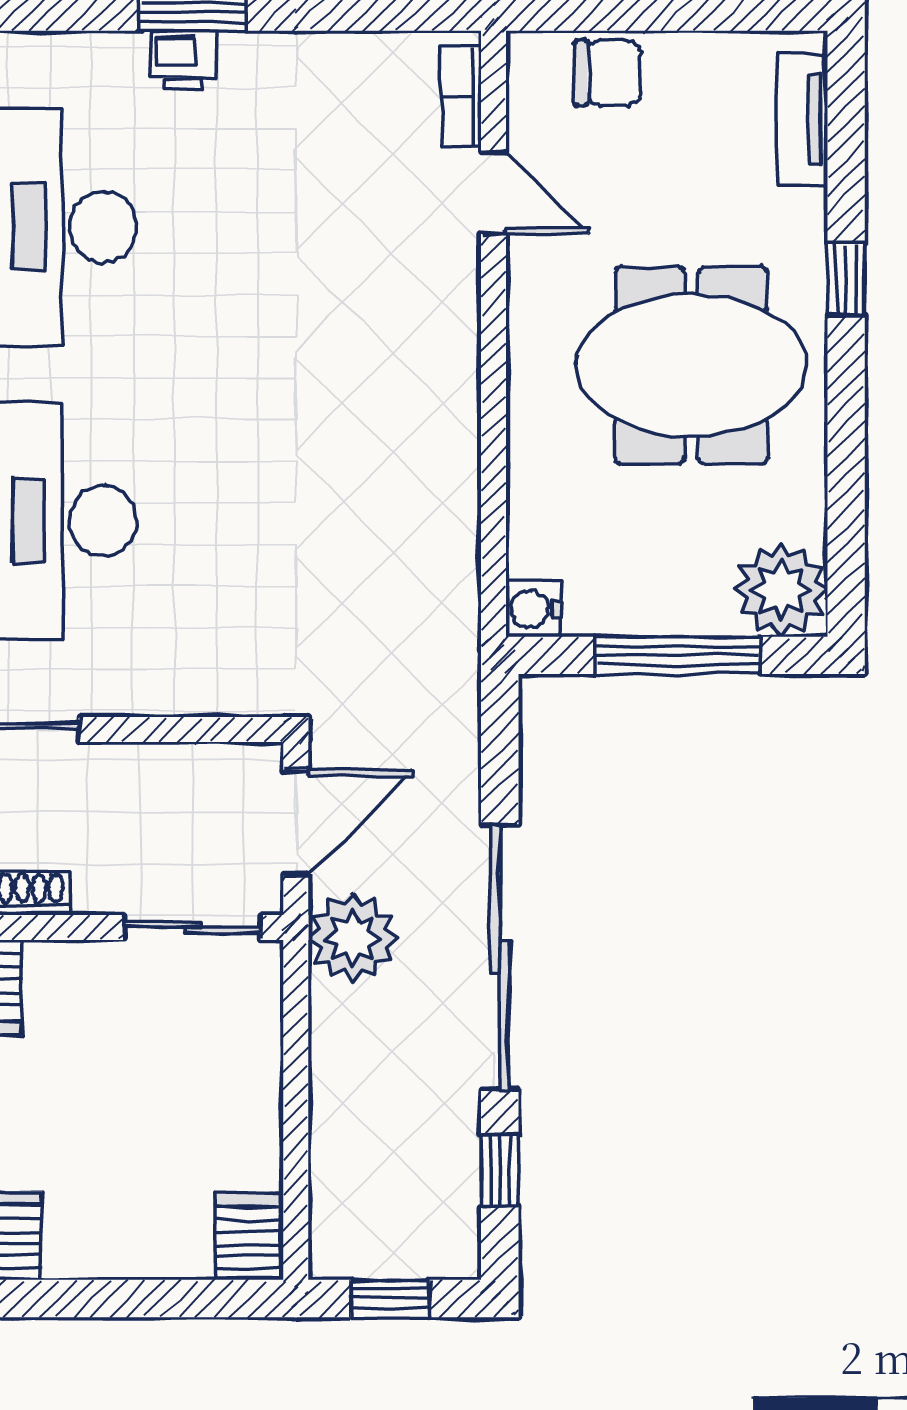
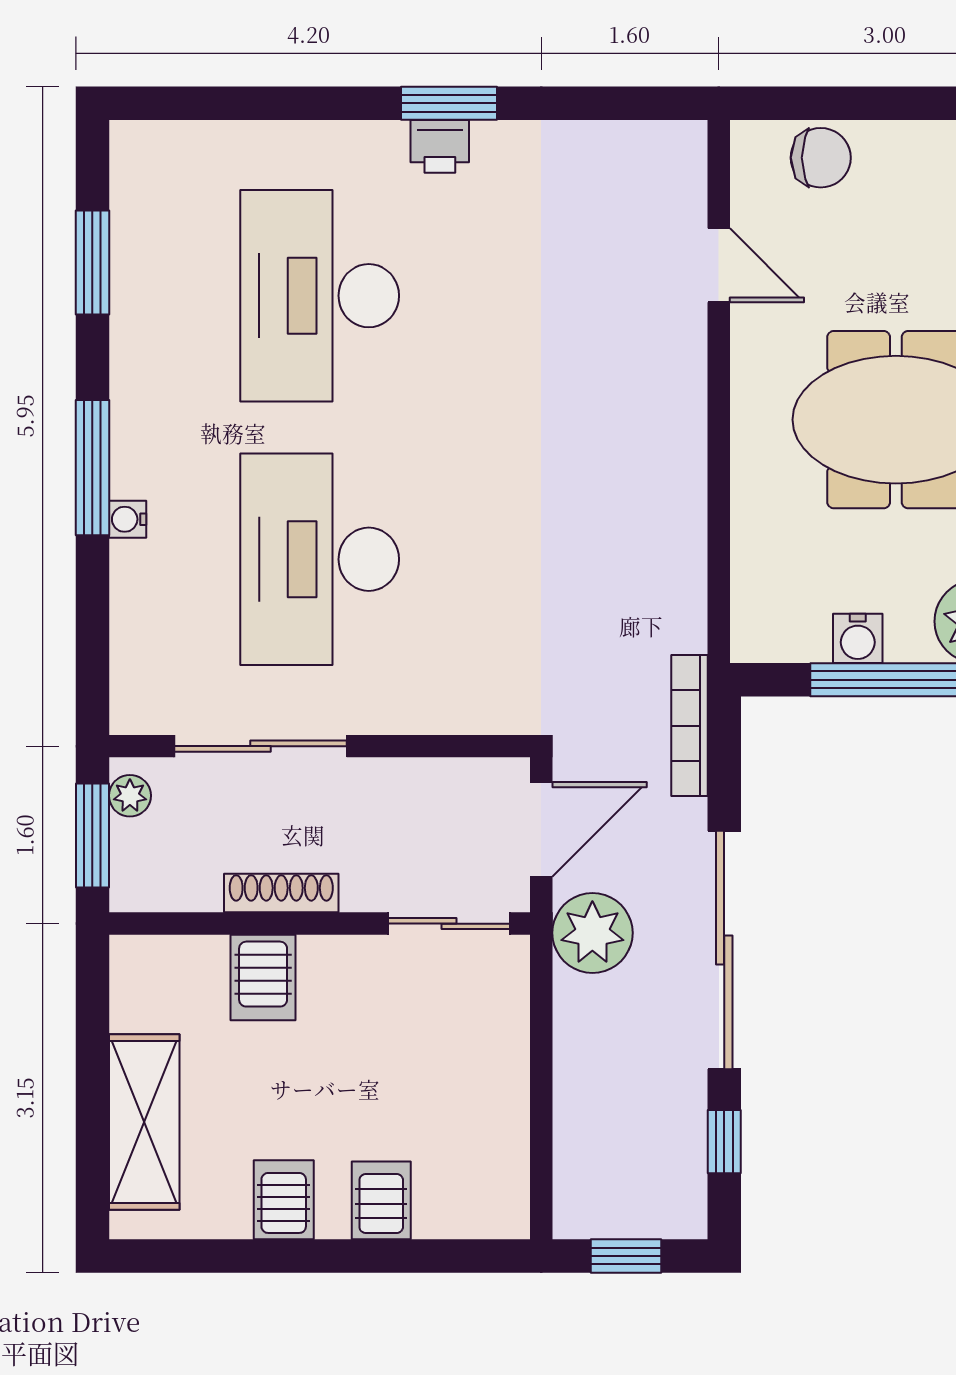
bookcase: (461, 96) -> (690, 726), moved, width x1.56
water cooler: (533, 609) -> (858, 638), moved, turned -90
server rack: (248, 1236) -> (381, 1200), moved

